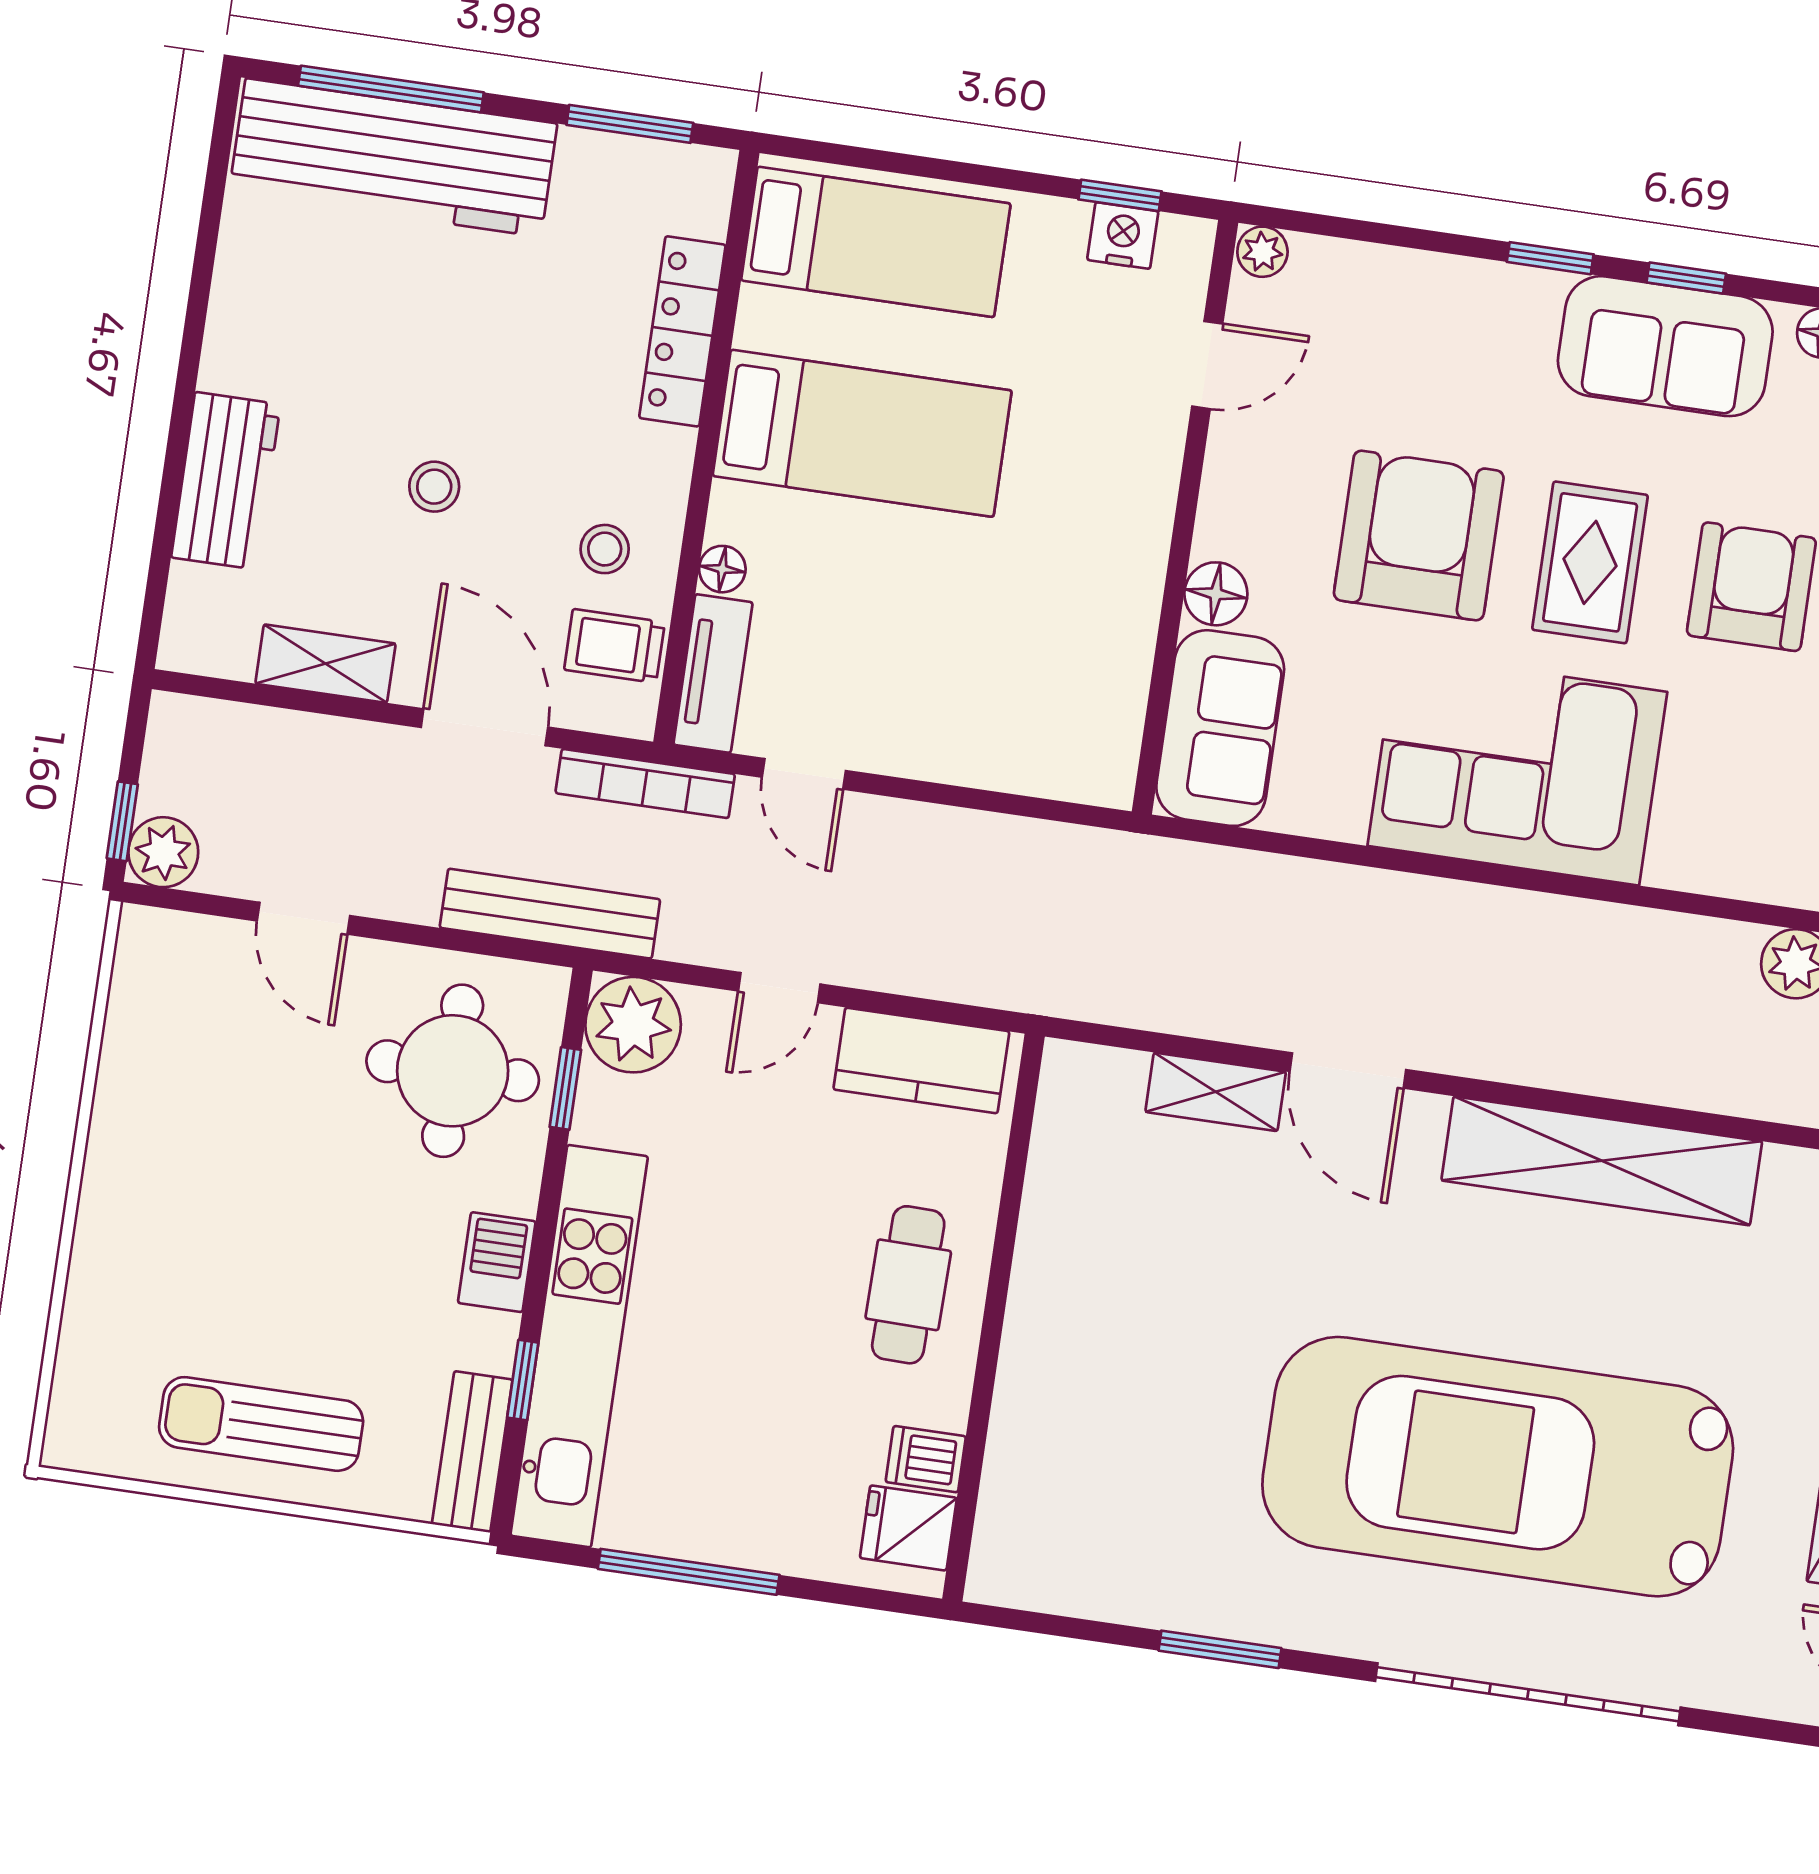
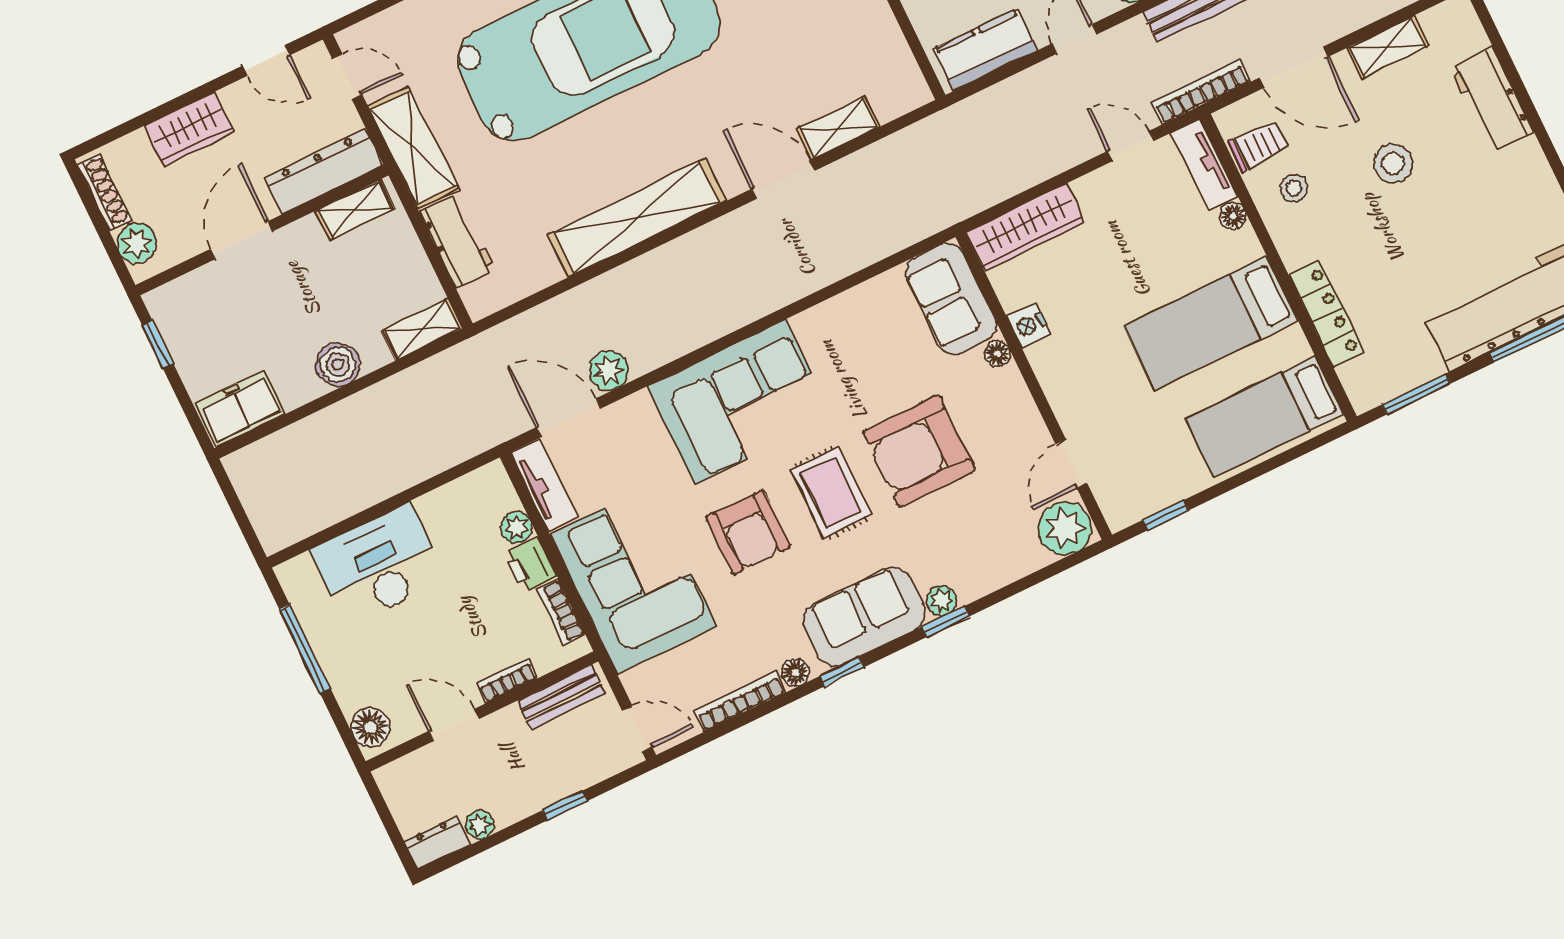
nightstand: (1123, 236) -> (1029, 325), moved, turned 90
plant: (1262, 252) -> (1065, 528), width x1.87, depth x1.87
window: (1686, 278) -> (842, 672), moved
plant: (1535, 293) -> (941, 601), added
stool: (434, 487) -> (1393, 163), width x1.37, depth x1.37
armchair: (1419, 535) -> (919, 451), turned 90
floor lamp: (1216, 594) -> (997, 354), width x0.73, depth x0.73
wardrobe: (1039, 759) -> (1026, 227), added
corner sofa: (1517, 769) -> (740, 402), moved

